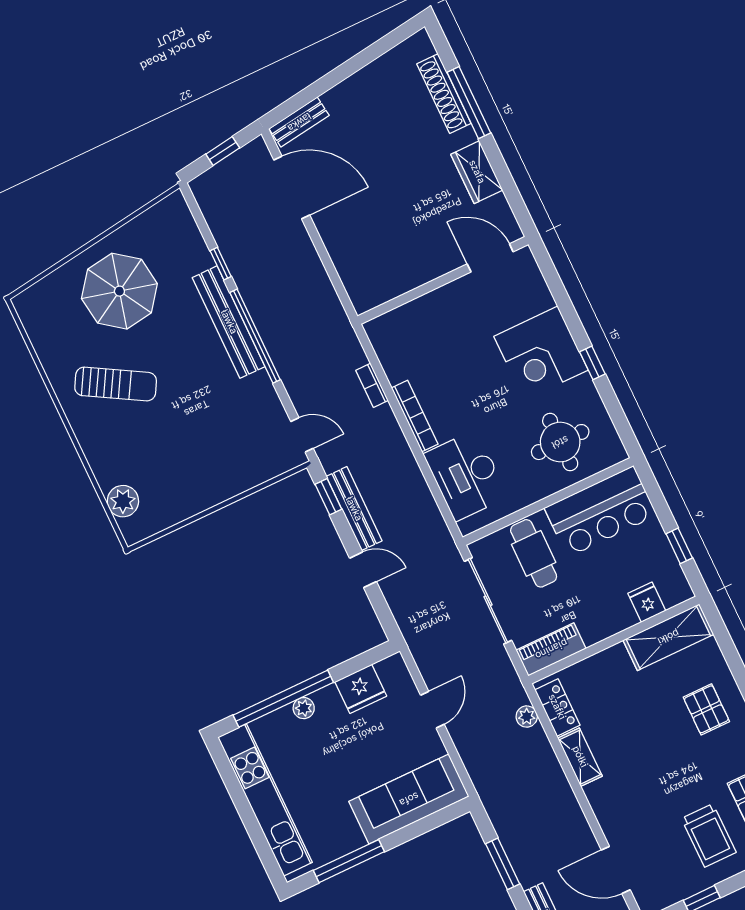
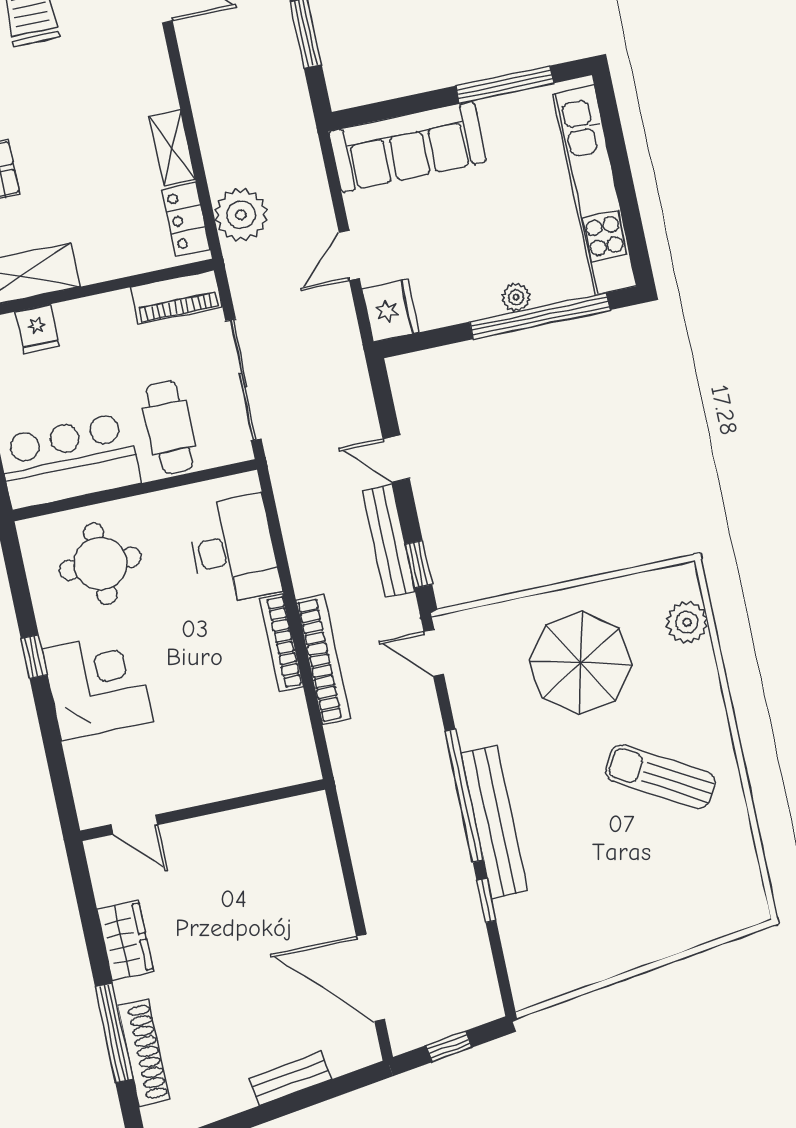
bench: (299, 122) -> (290, 1079), moved
door: (490, 258) -> (134, 825), width x0.73
parasol: (119, 291) -> (581, 663), moved
bookcase: (372, 385) -> (323, 659), width x2.31, depth x1.31
fridge: (361, 689) -> (391, 310), moved, turned 90
plant: (527, 717) -> (241, 215), width x1.87, depth x1.87

